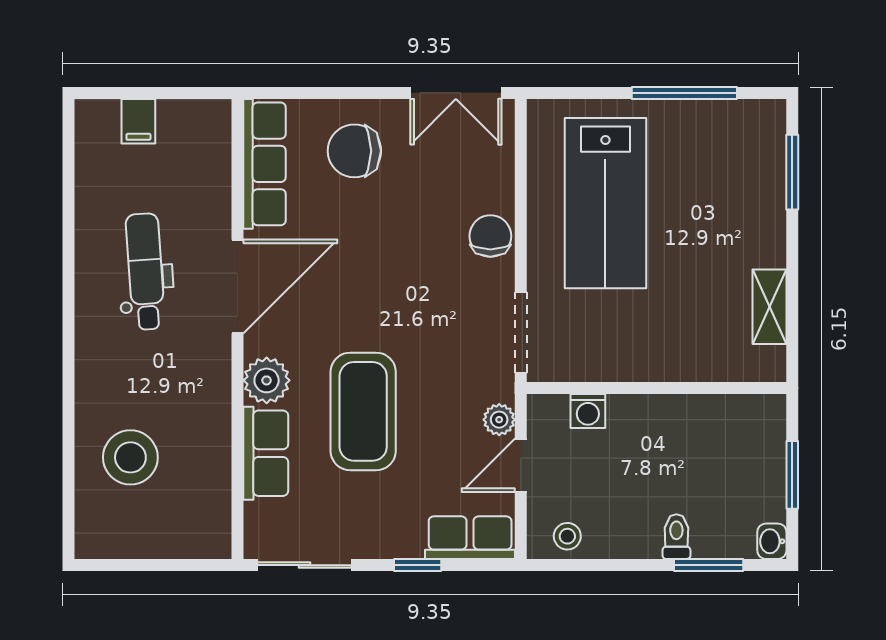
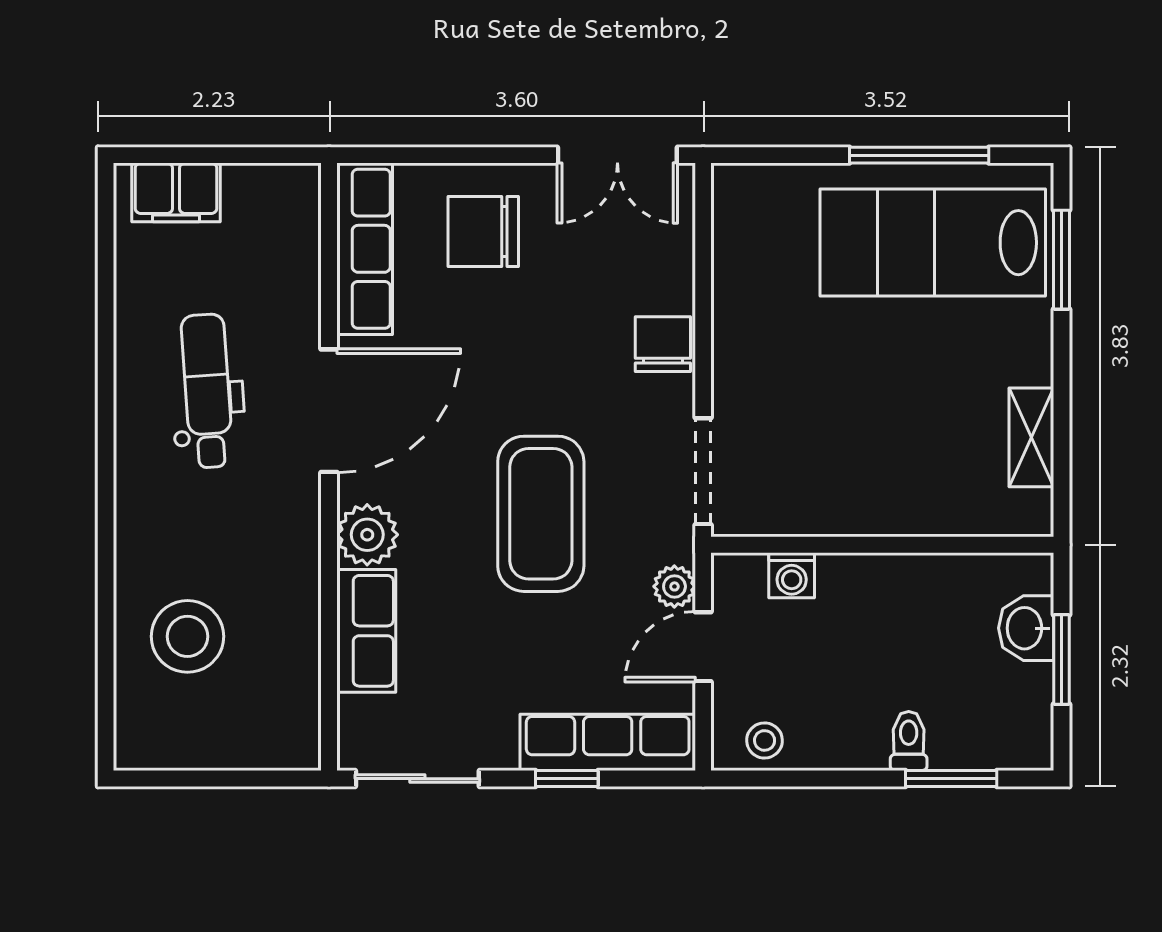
filing cabinet: (138, 121) -> (176, 192), width x2.00
lab bench: (605, 203) -> (933, 243), moved, turned 90
coffee table: (363, 411) -> (541, 514), moved
row of seats: (470, 538) -> (608, 742), width x1.48
washbasin: (772, 541) -> (1026, 628), moved, width x1.38, depth x1.45

